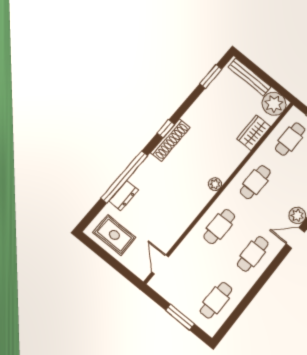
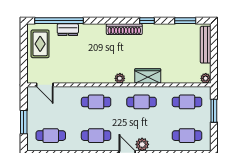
plant: (274, 104) -> (206, 78), width x0.53, depth x0.53
window: (166, 129) -> (147, 21), moved
wardrobe: (254, 133) -> (148, 76), moved
window: (124, 177) -> (59, 21), moved
door: (160, 264) -> (45, 85), swing flipped

